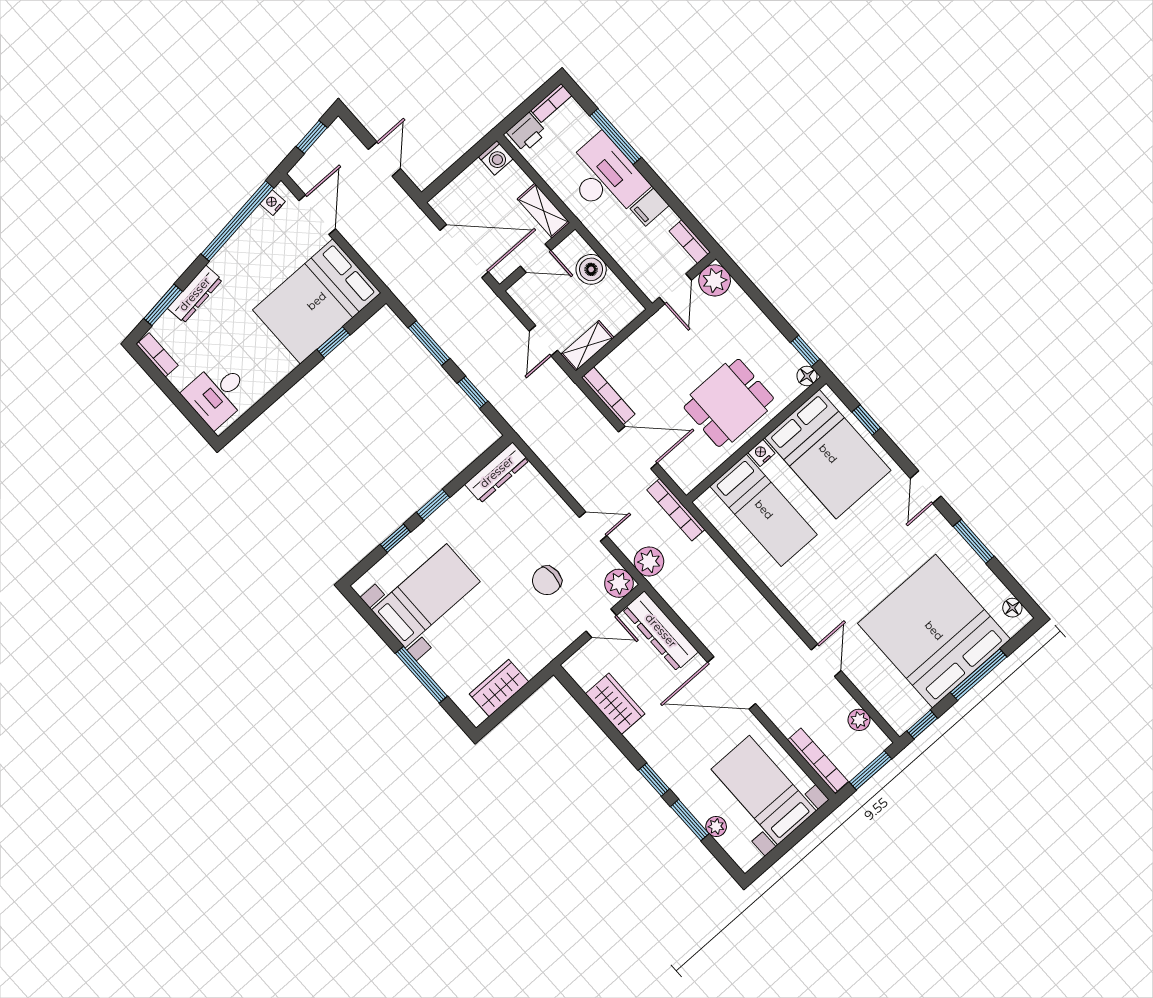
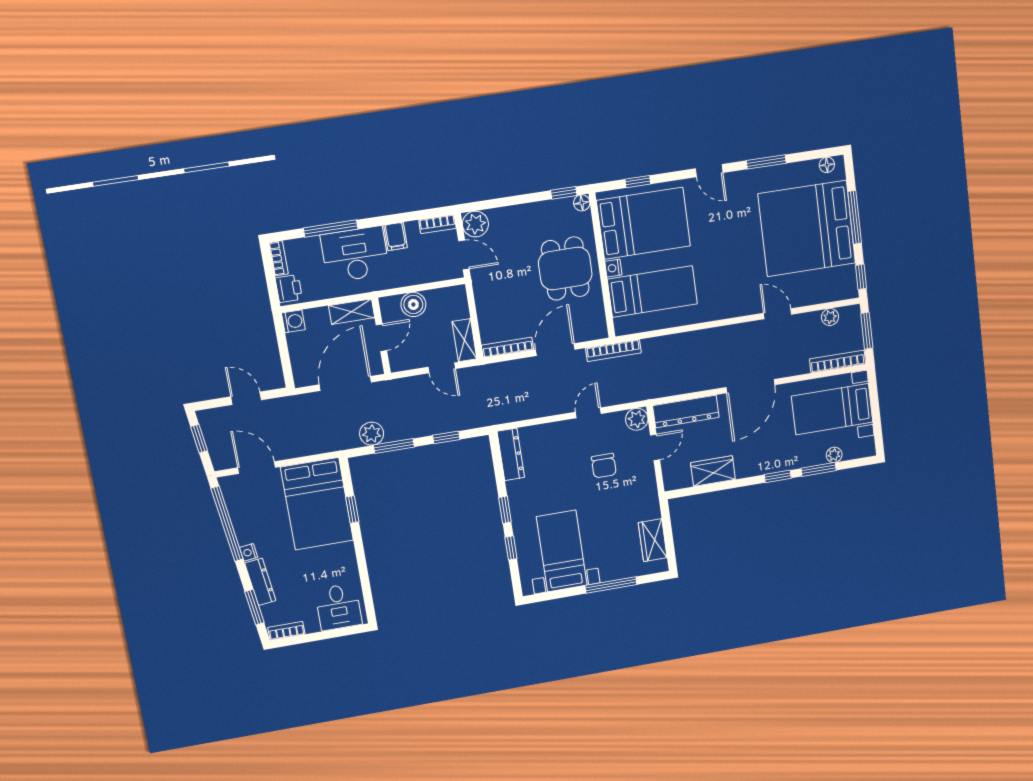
nightstand: (273, 203) -> (249, 552), moved
plant: (649, 562) -> (372, 434), moved

